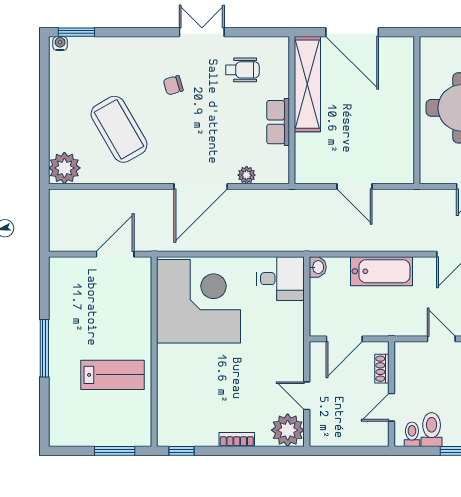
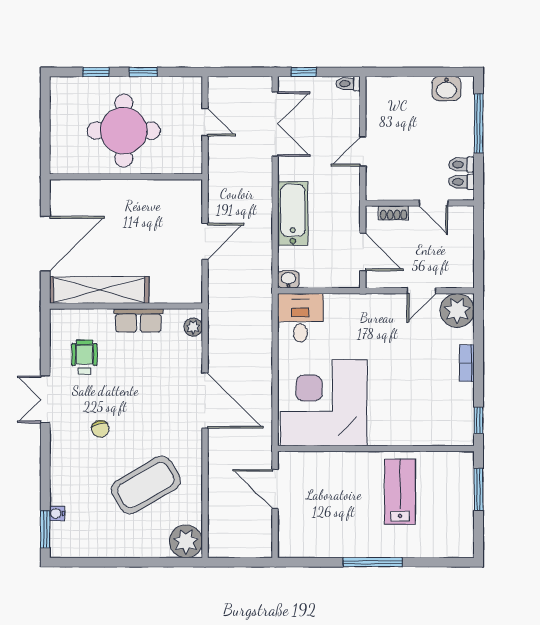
water cooler: (60, 43) -> (57, 513), moved
plant: (247, 175) -> (193, 327), moved
toilet: (432, 430) -> (461, 164), width x0.73, depth x0.72

